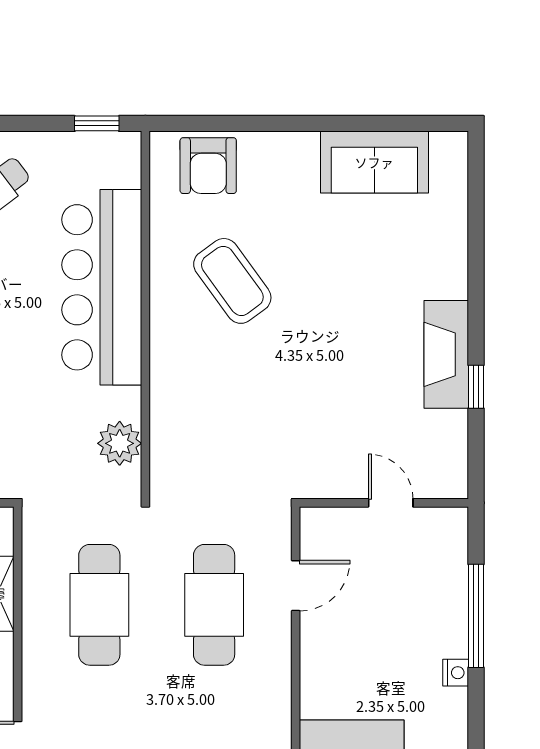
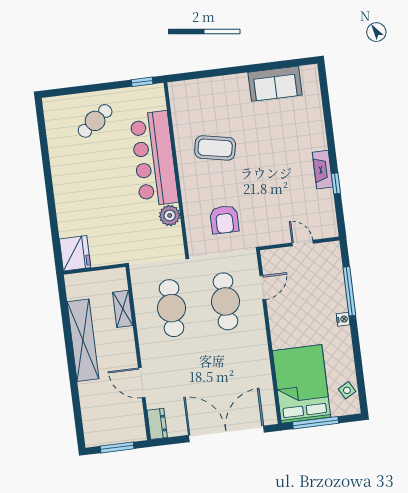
armchair: (208, 166) -> (224, 220), moved
coffee table: (232, 281) -> (215, 148), turned -43
fireplace: (446, 354) -> (323, 170), width x0.73, depth x0.76
plant: (120, 443) -> (170, 215), moved

